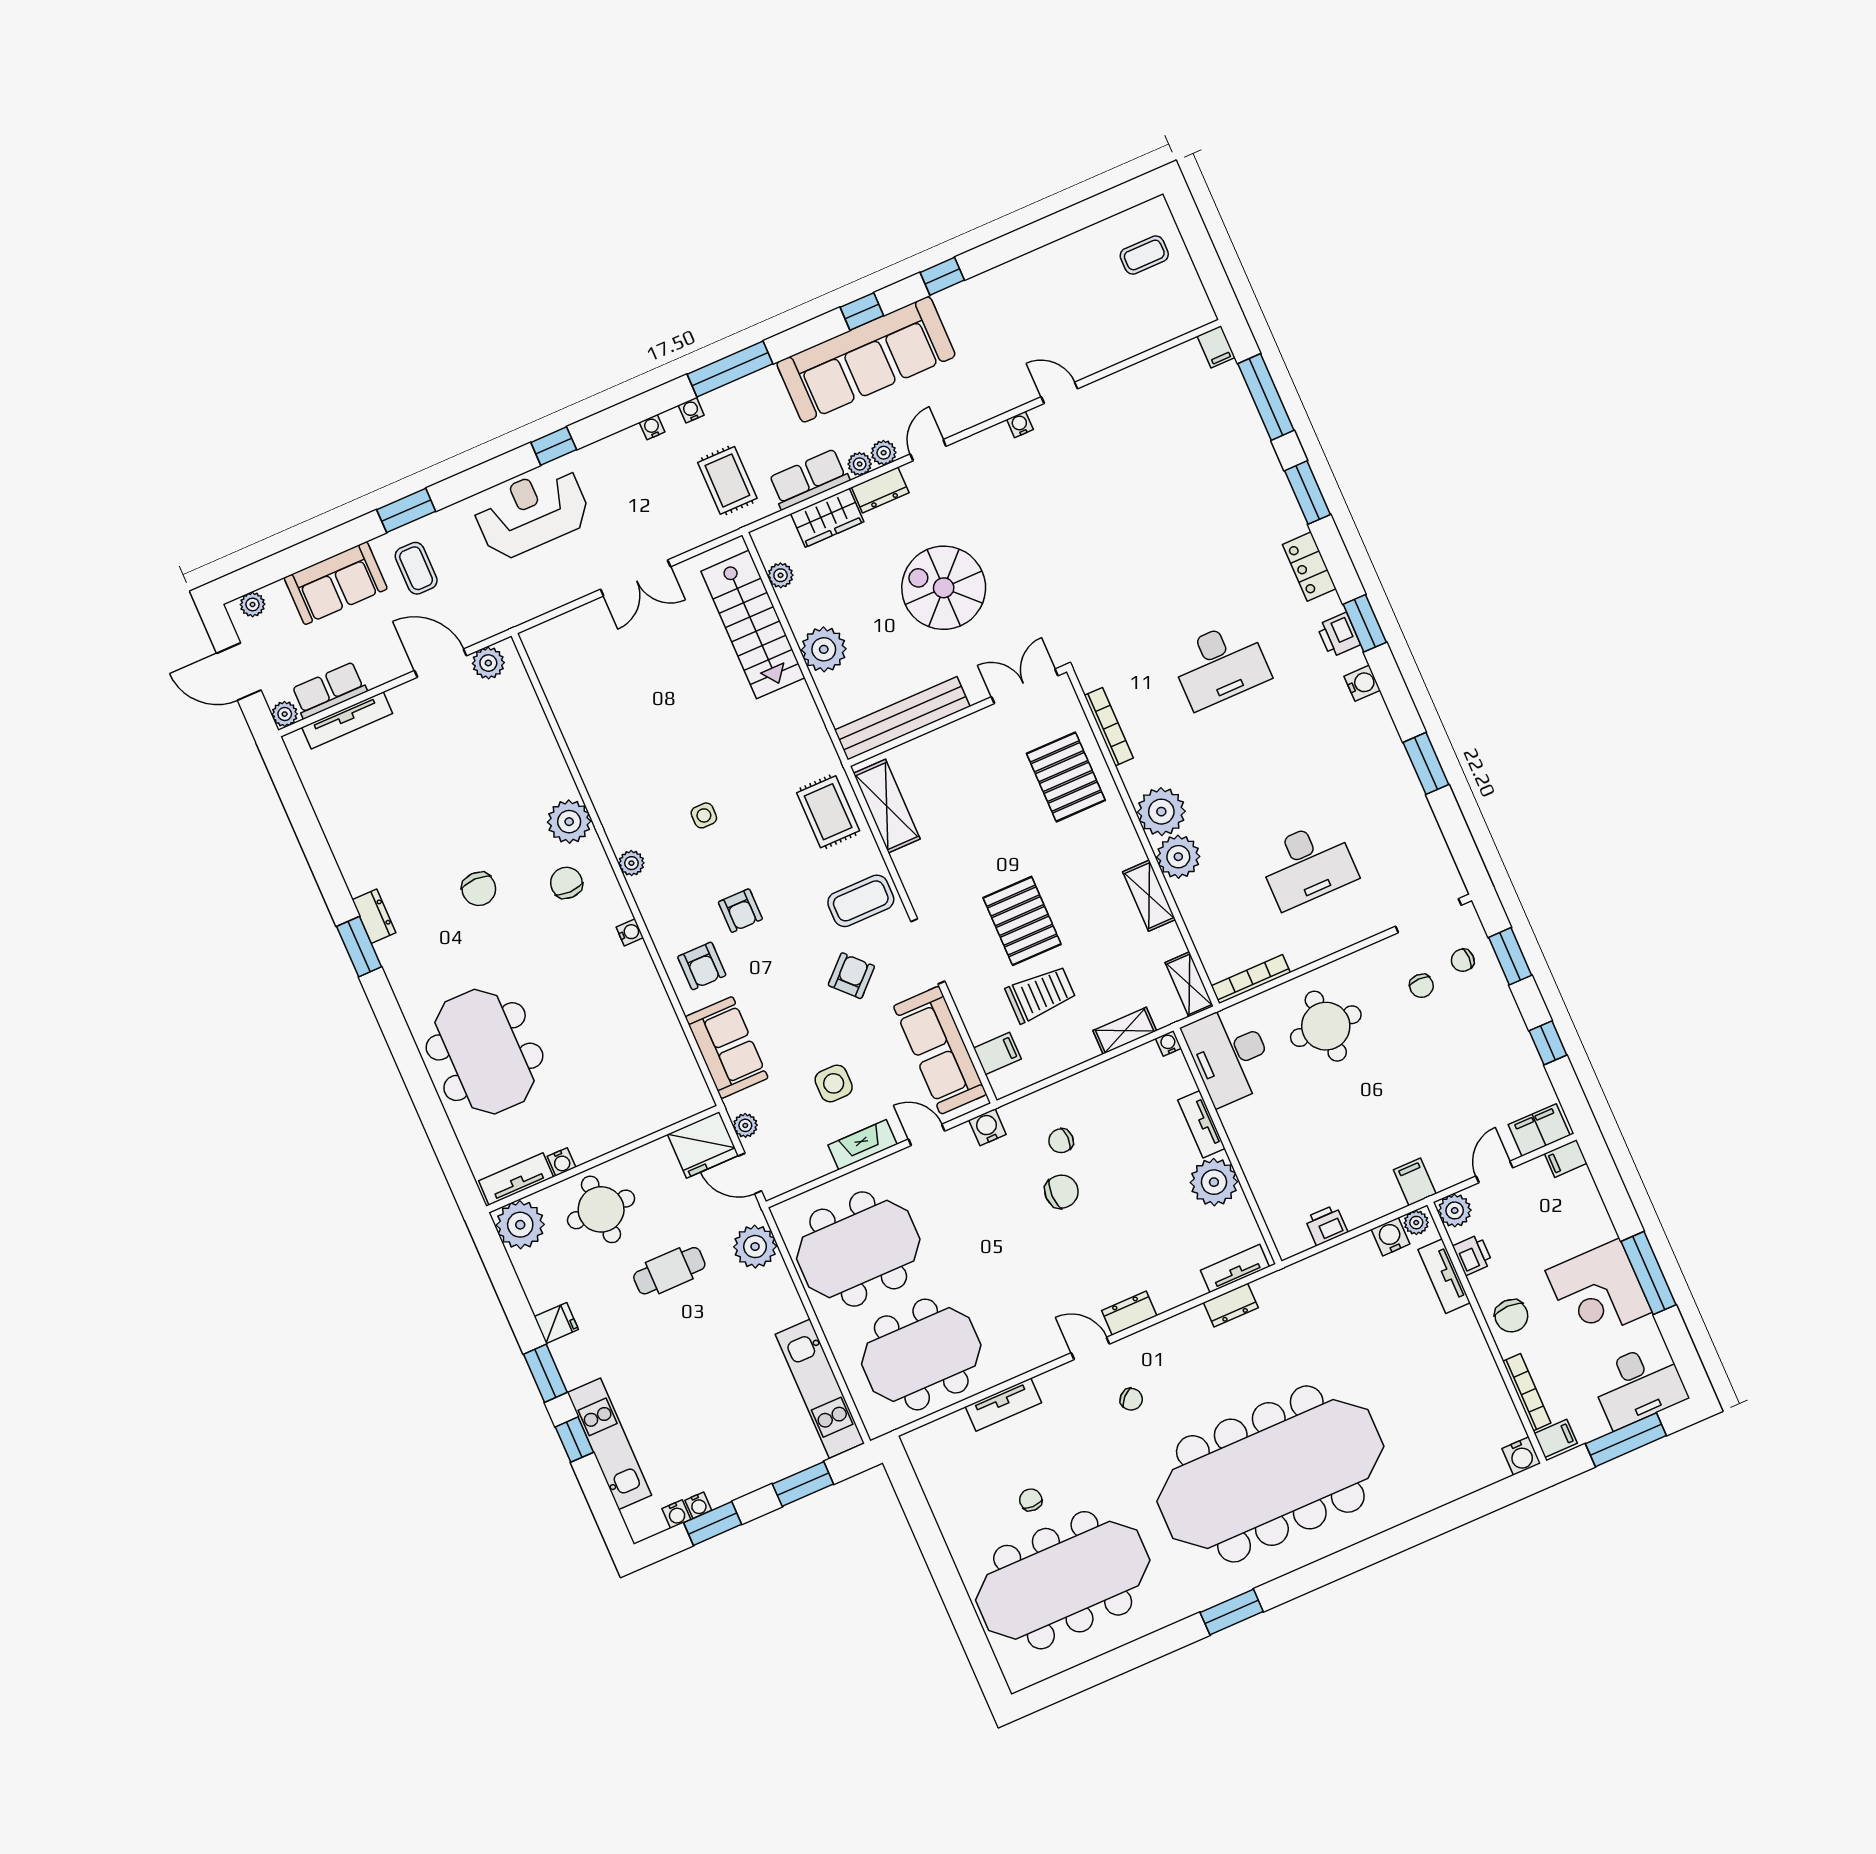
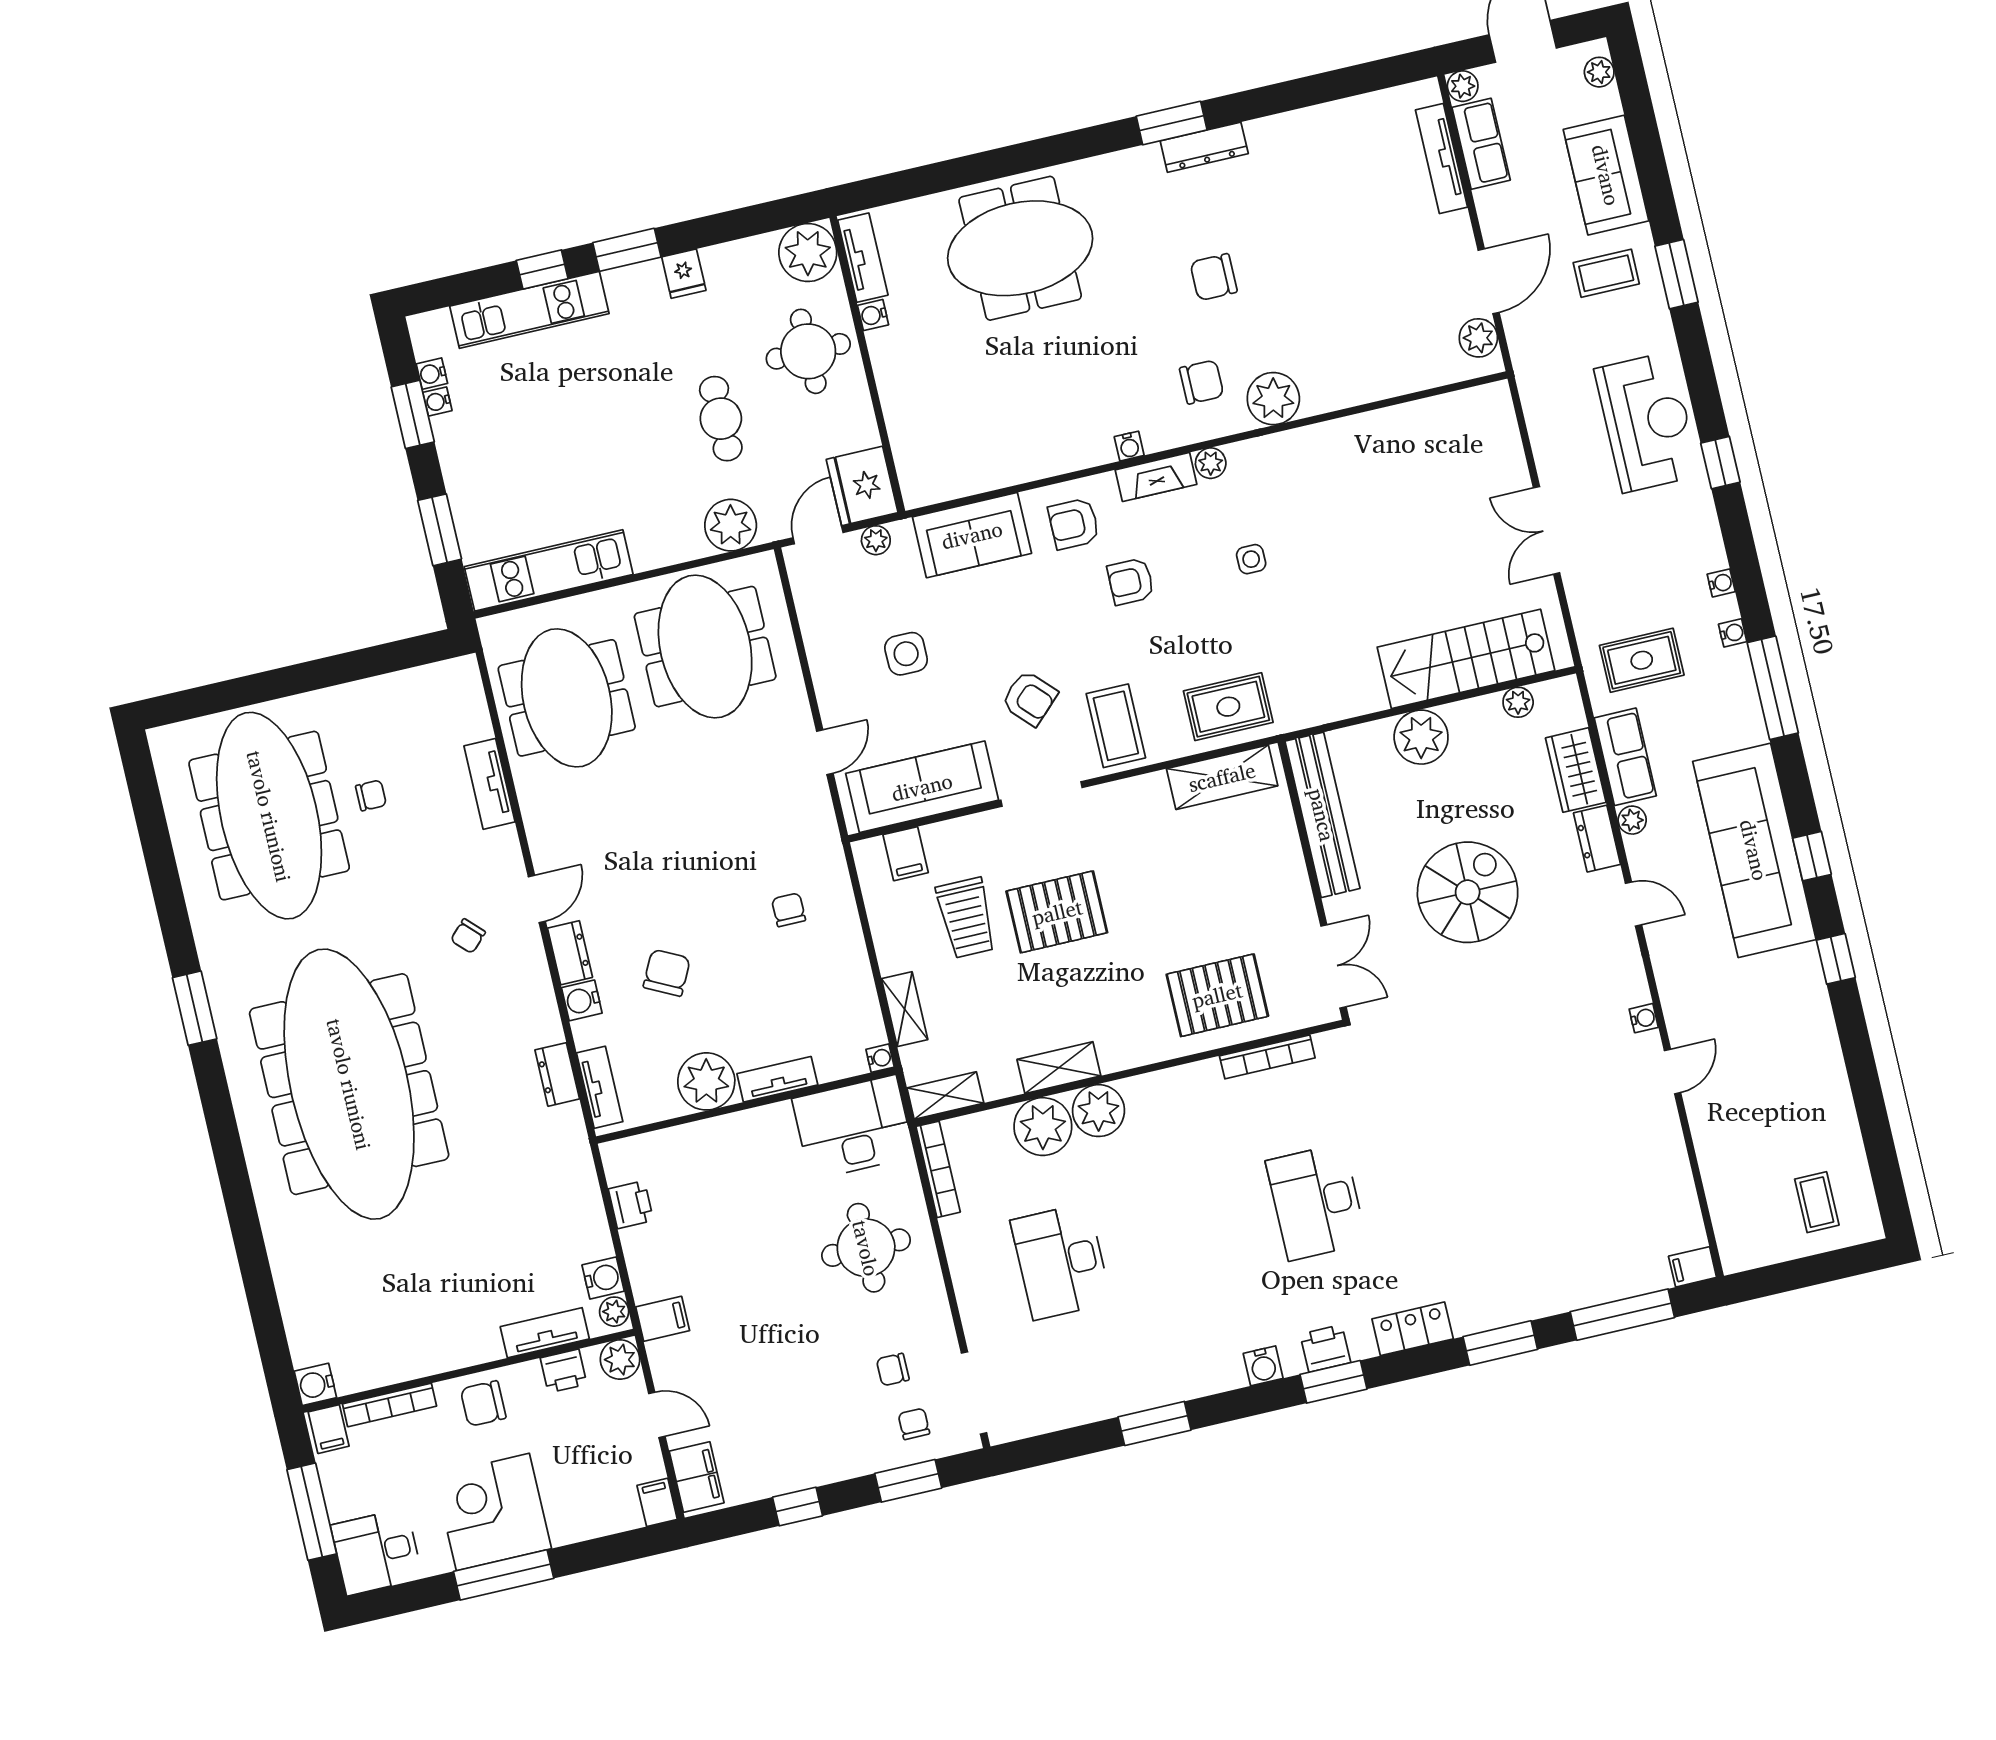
plant: (884, 453) -> (1640, 851), removed
plant: (1161, 812) -> (1043, 1127), moved
dresser: (374, 916) -> (1204, 147), width x1.44
water cooler: (987, 1127) -> (582, 1000), moved, turned 180
fireplace: (863, 1145) -> (1156, 477), moved, turned 90
chair: (1061, 1192) -> (667, 973), moved, turned -153
desk: (1639, 1385) -> (377, 1552), width x0.73

